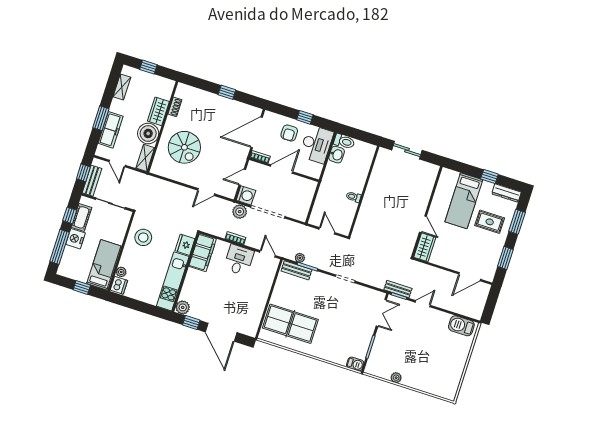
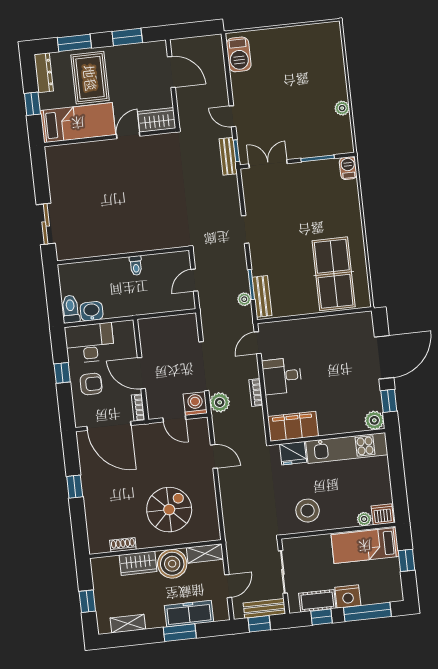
wall: (427, 212) -> (110, 137), moved
rug: (490, 222) -> (90, 78), width x1.36, depth x1.43
door: (423, 224) -> (128, 135), moved
wardrobe: (425, 247) -> (157, 120), moved

